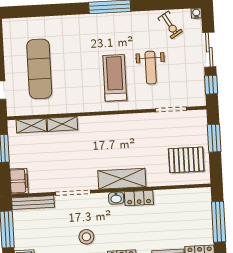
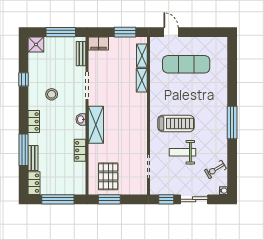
window: (214, 138) -> (109, 199), moved
locker: (139, 198) -> (80, 150), moved
bench: (33, 203) -> (81, 54), width x0.73

